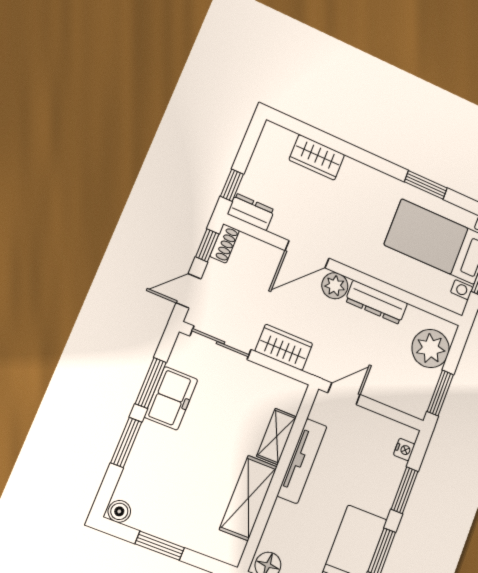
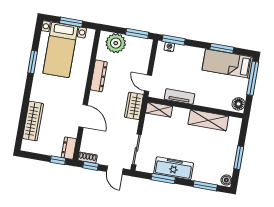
wardrobe: (317, 157) -> (33, 121), width x1.50
plant: (335, 286) -> (95, 99), removed
wardrobe: (284, 347) -> (134, 106), moved
freezer: (171, 398) -> (174, 168), width x1.40
shelving: (277, 436) -> (159, 110), moved
window: (126, 442) -> (205, 186), moved
tv unit: (302, 461) -> (179, 96), width x0.71
window: (404, 490) -> (174, 40), moved

